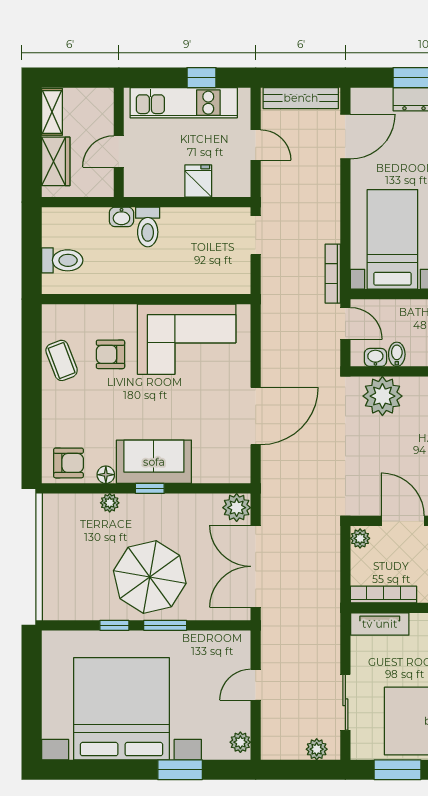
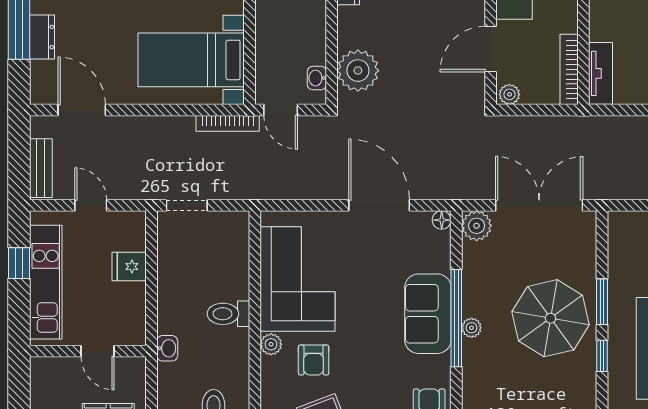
bench: (301, 98) -> (41, 168), width x0.73
door: (256, 145) -> (91, 205), hinge flipped
toilet: (148, 227) -> (228, 314), moved, turned 180
plant: (125, 314) -> (271, 344), added
door: (345, 323) -> (281, 110), swing flipped
bidet: (397, 354) -> (313, 55), removed
floor lamp: (106, 475) -> (442, 220), moved
window: (150, 488) -> (456, 318), width x3.17
plant: (110, 503) -> (472, 328), moved
double door: (256, 566) -> (539, 205), swing flipped

